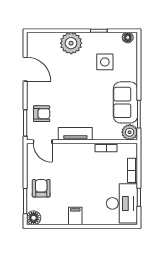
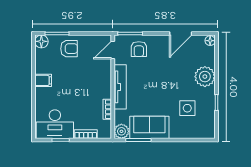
floor lamp: (128, 38) -> (210, 41), moved
tv unit: (75, 134) -> (120, 87), width x1.41

